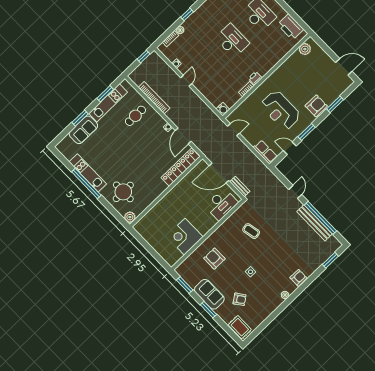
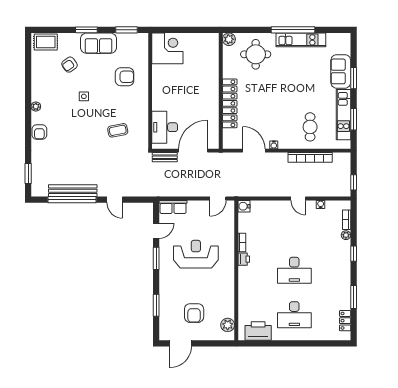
armchair: (316, 106) -> (194, 313), moved
locker: (181, 167) -> (230, 103), moved
corner desk: (185, 237) -> (167, 48), moved

